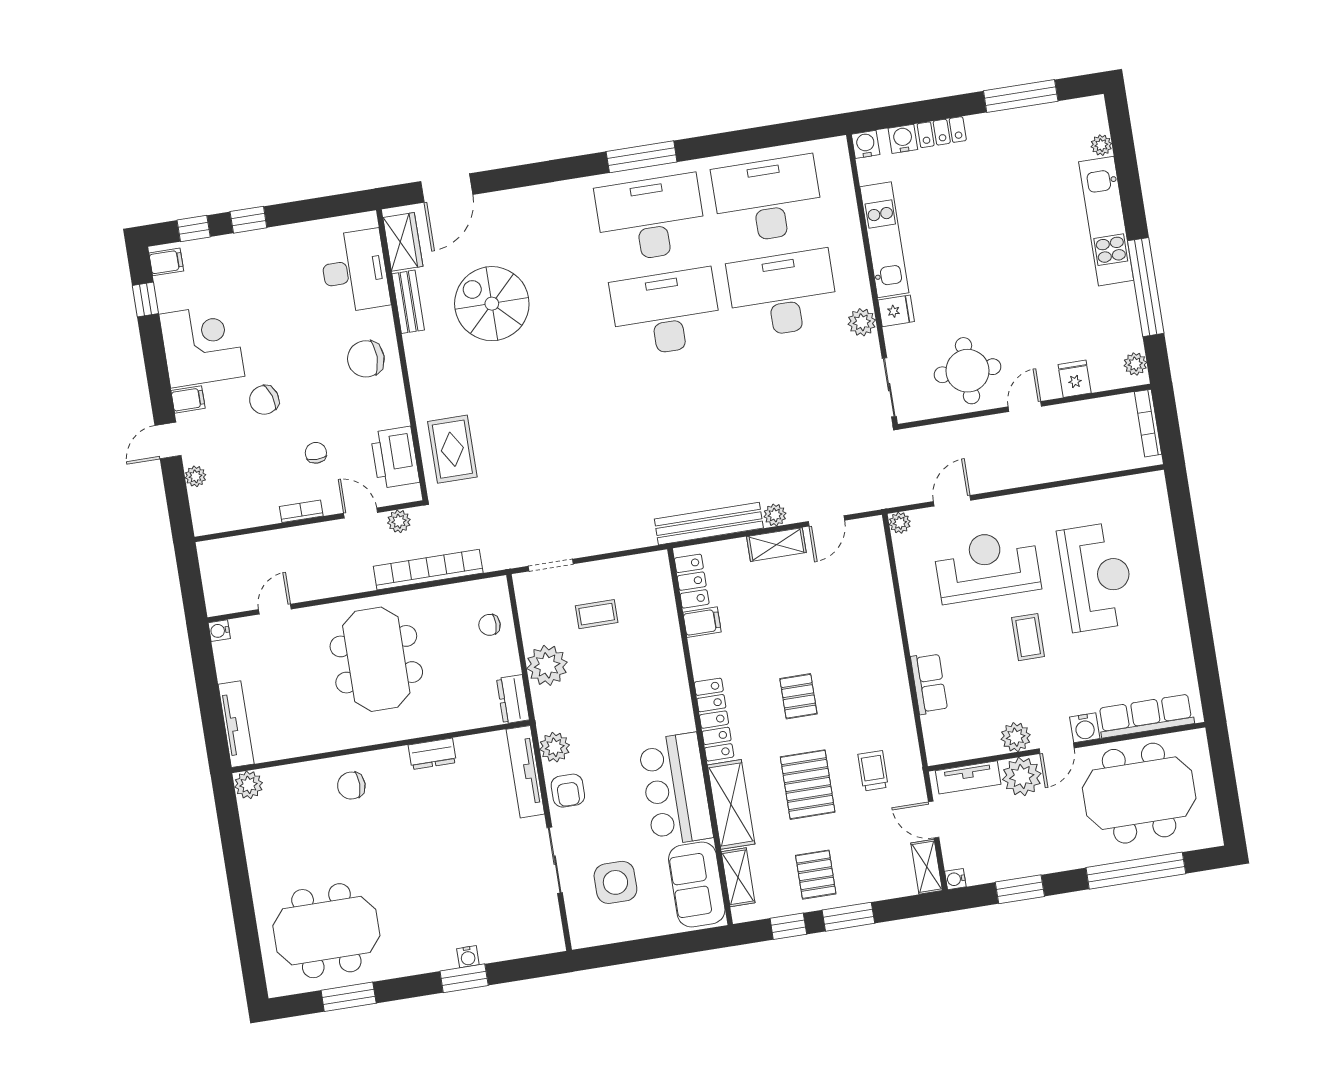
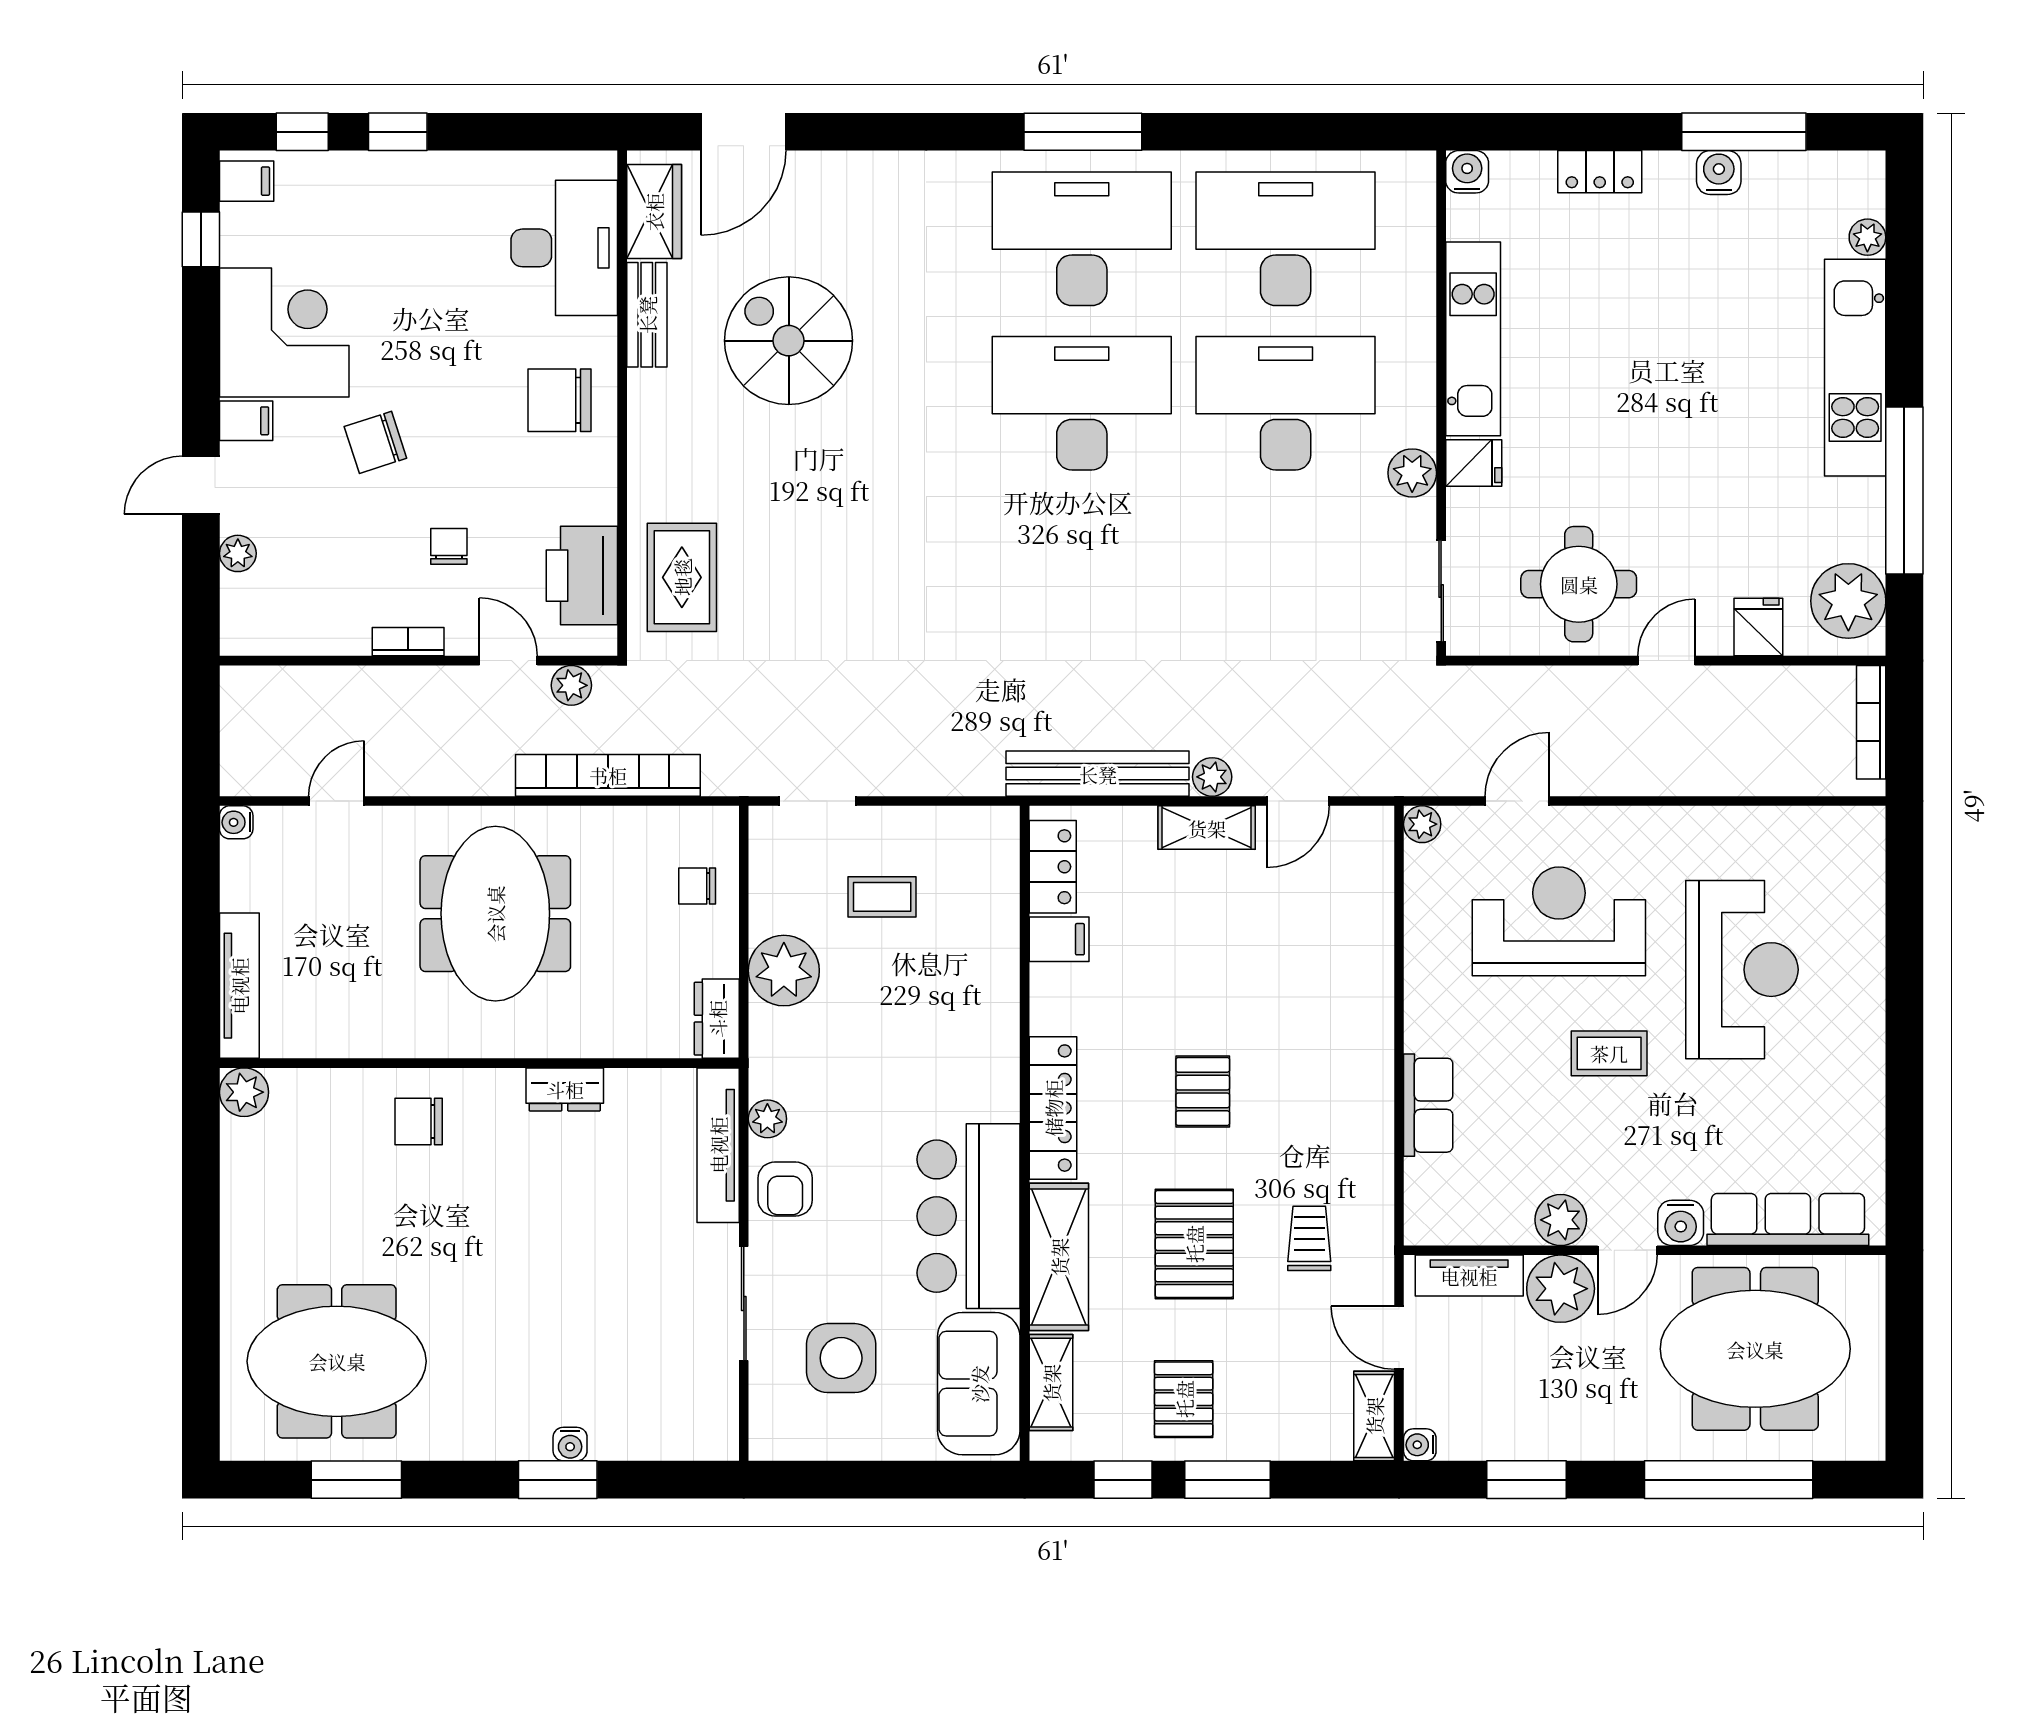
water cooler: (903, 139) -> (1719, 173), moved
plant: (1135, 364) -> (1848, 601), width x1.87, depth x1.87
coffee table: (1028, 637) -> (1609, 1053), turned 90
plant: (555, 747) -> (767, 1119), width x0.73, depth x0.73

